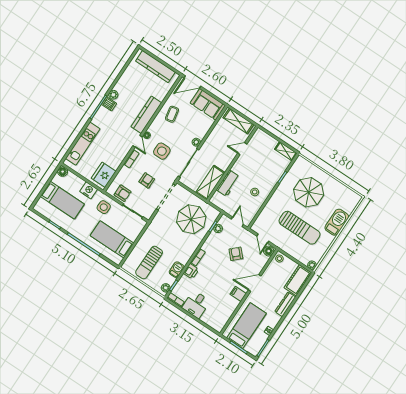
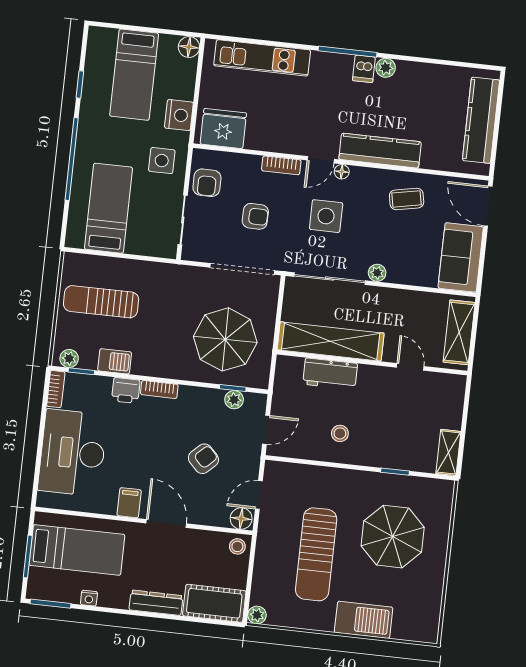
shelving: (210, 183) -> (331, 341), width x1.47
desk: (196, 304) -> (73, 453), width x1.87, depth x1.30

